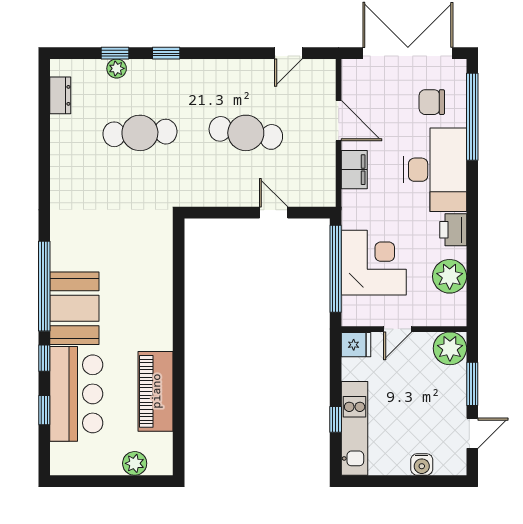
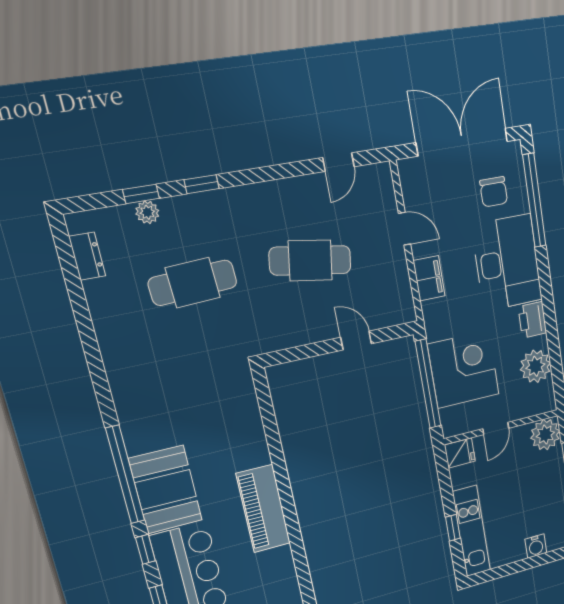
chair: (432, 102) -> (494, 192), turned -90
door: (339, 121) -> (405, 229), width x0.73
piano: (156, 391) -> (263, 509), moved

